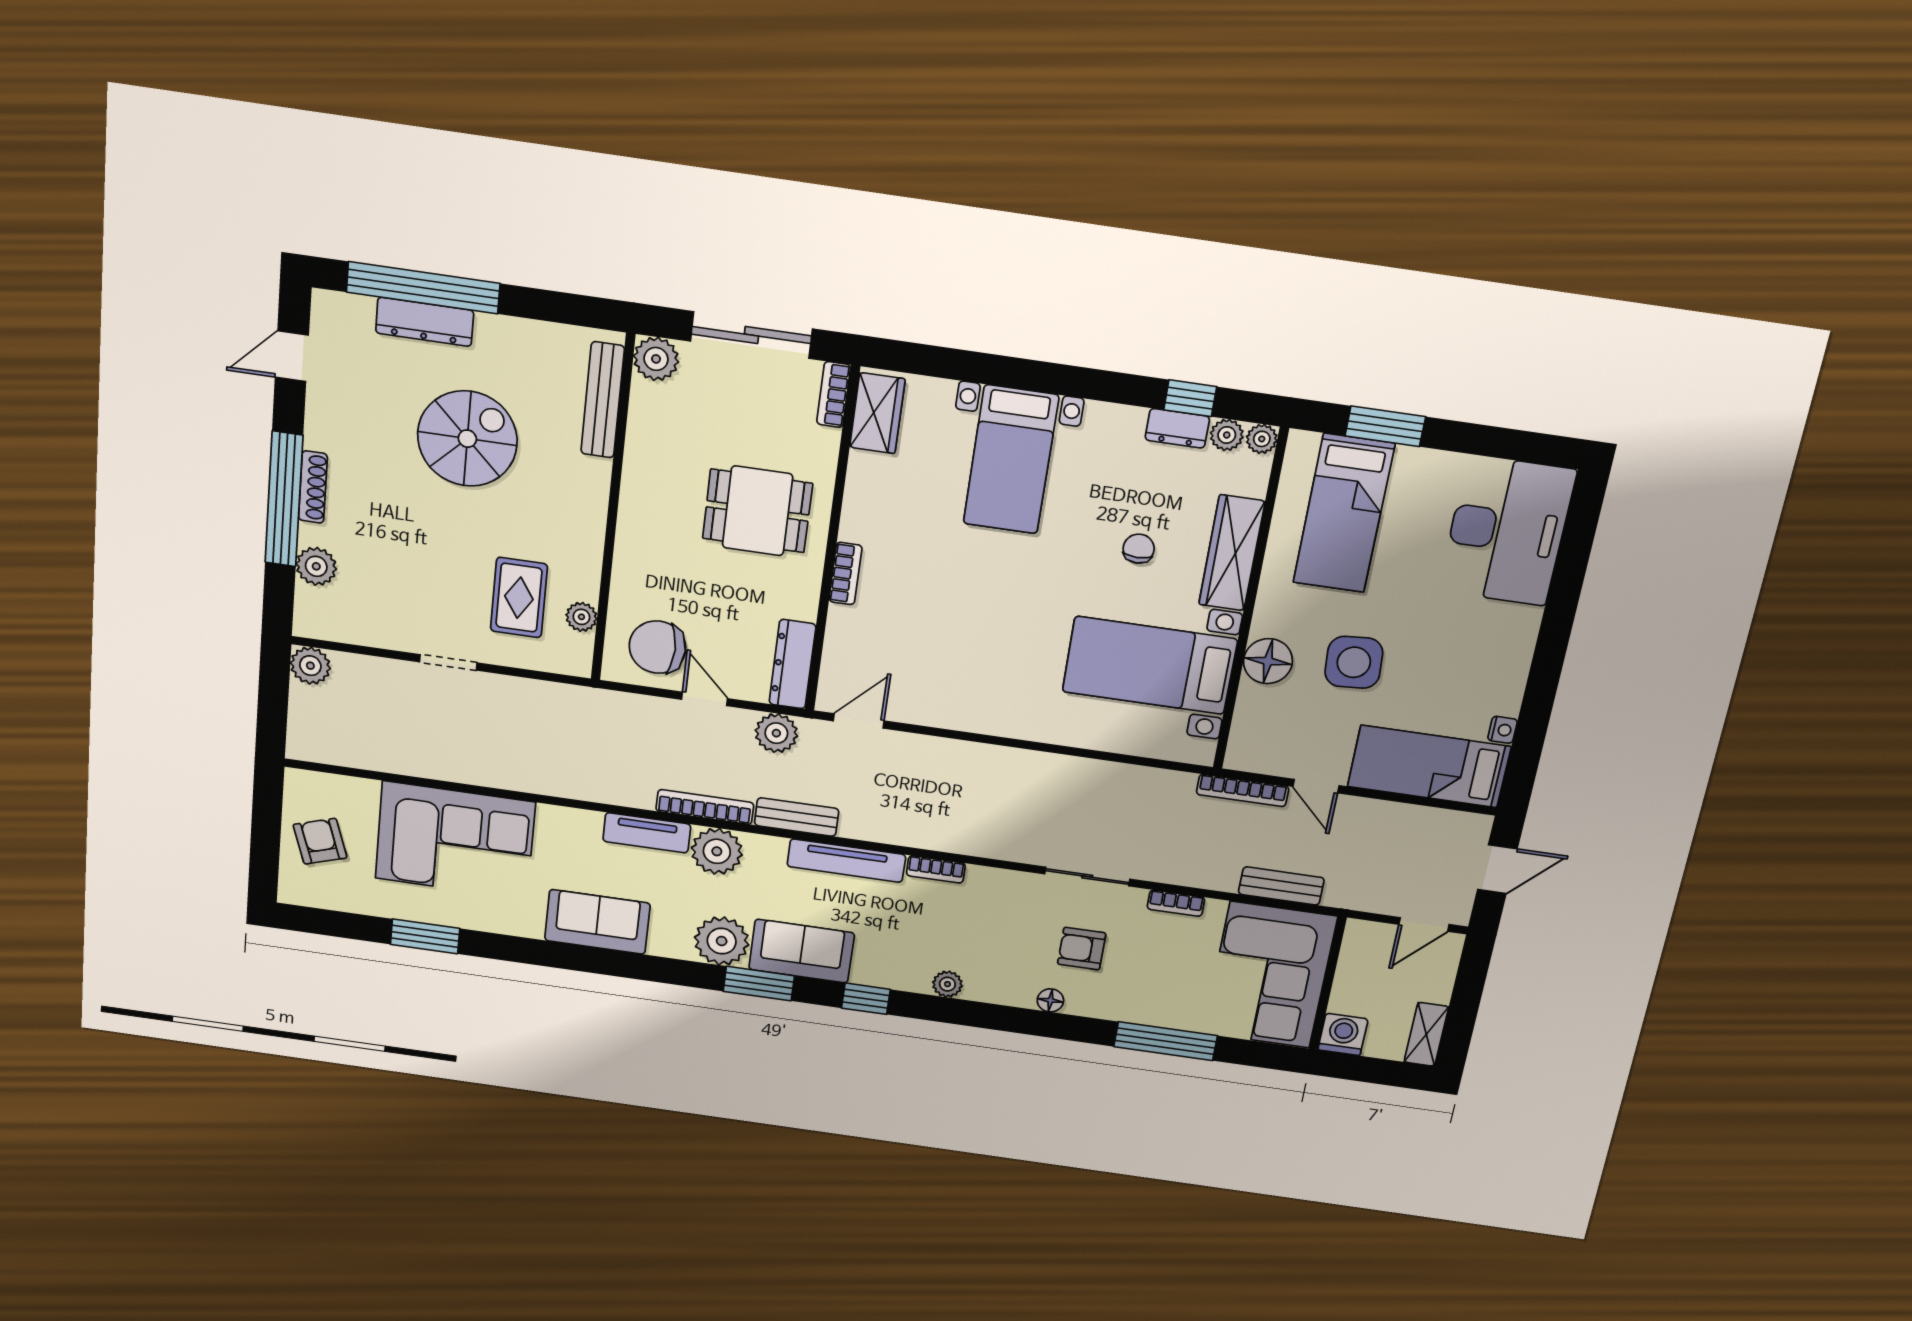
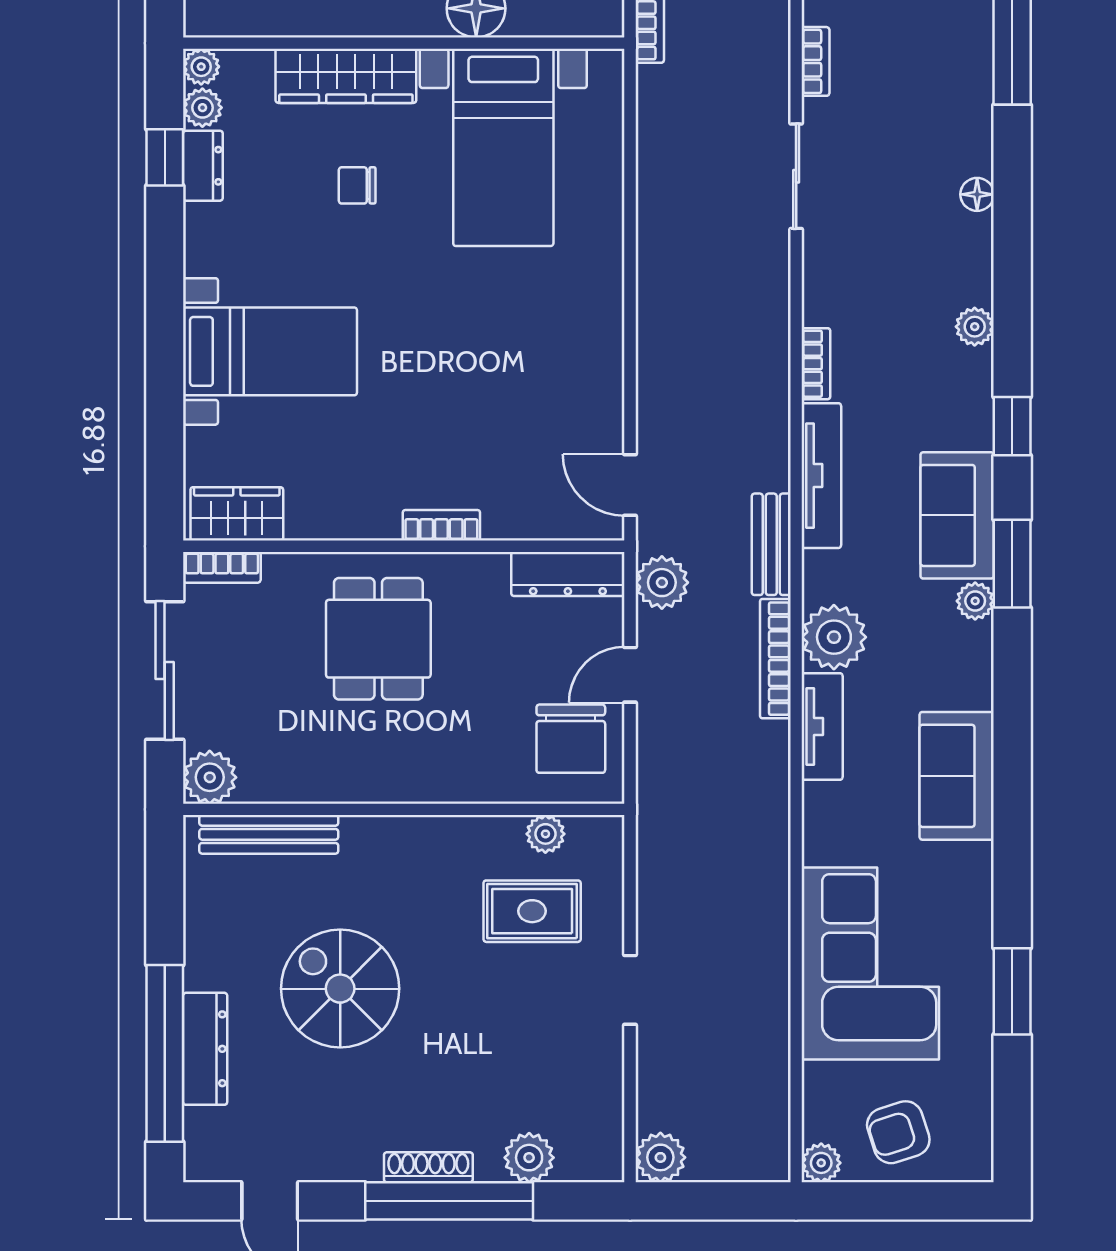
plant: (299, 783) -> (821, 1163), added
plant: (722, 941) -> (975, 601), width x0.53, depth x0.53
armchair: (1082, 949) -> (897, 167), removed

